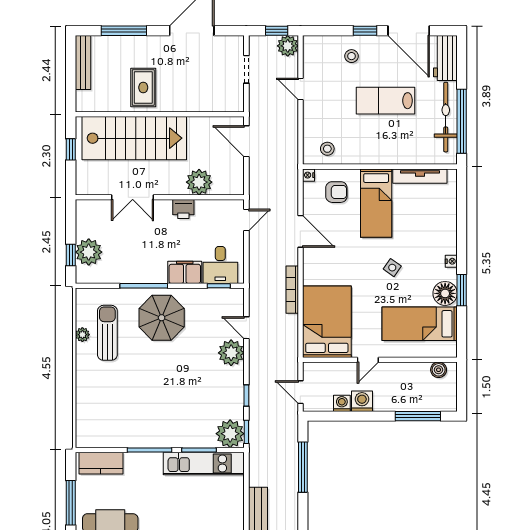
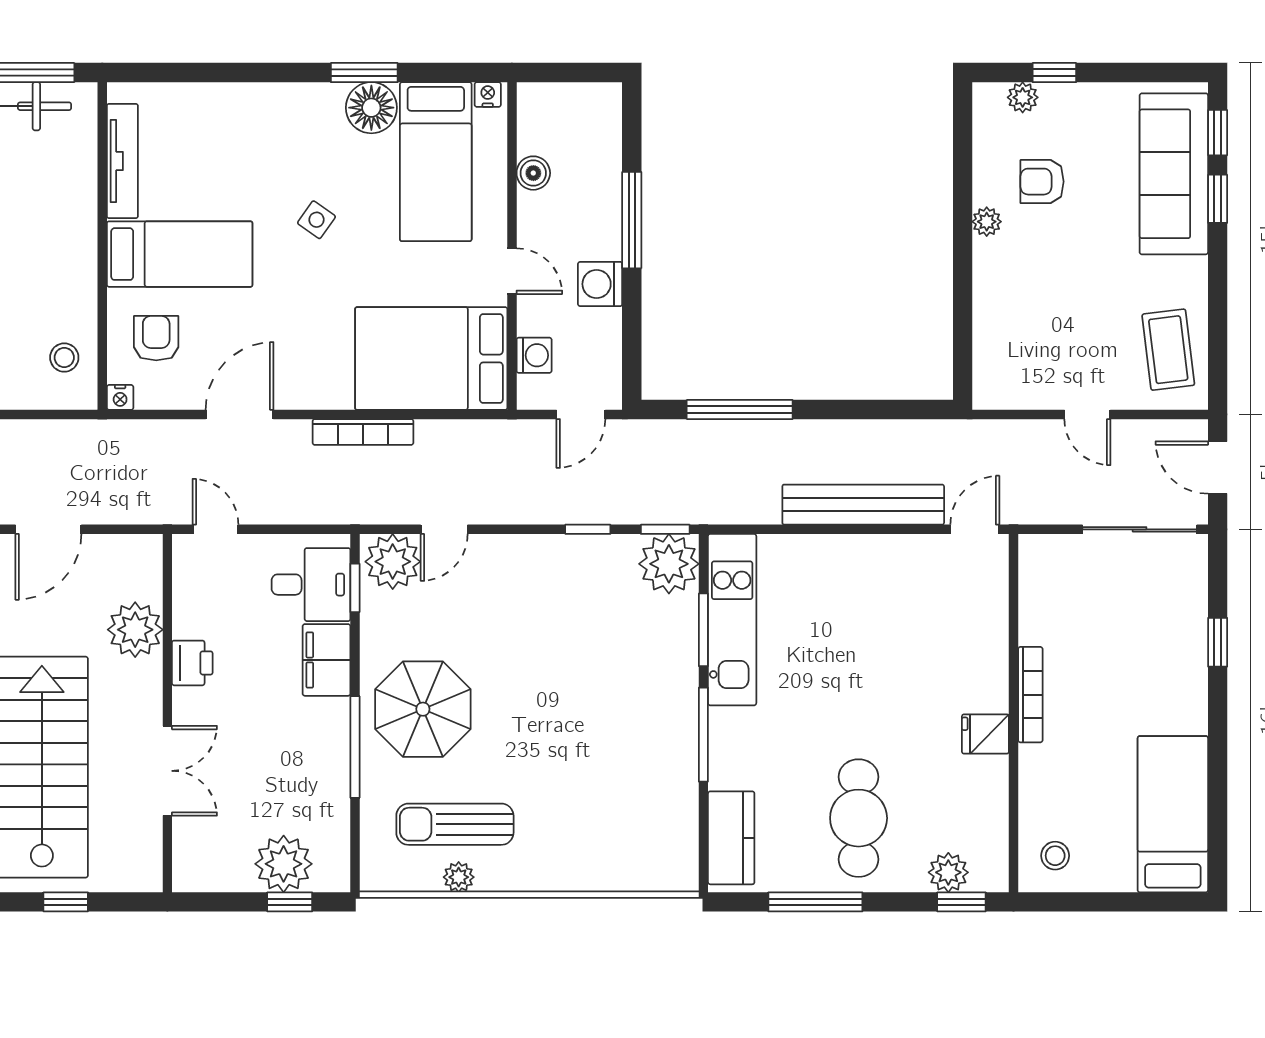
nightstand: (451, 261) -> (488, 95), moved
plant: (231, 353) -> (393, 562), moved
boiler: (439, 370) -> (533, 173), moved
washing machine: (342, 403) -> (534, 355), moved, turned 180
window: (418, 416) -> (632, 220), moved

